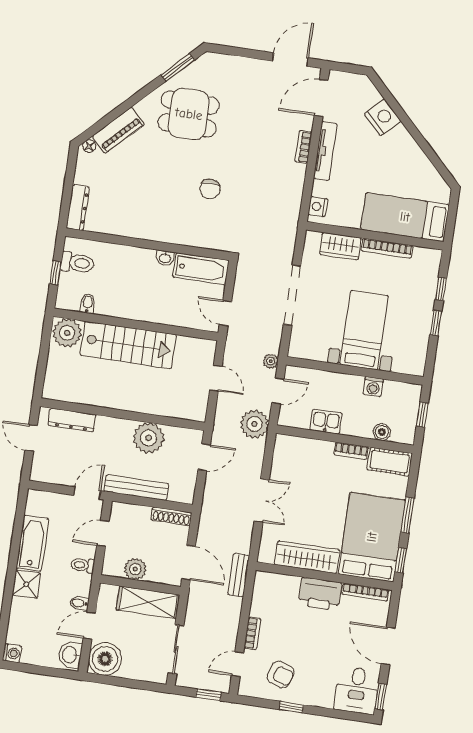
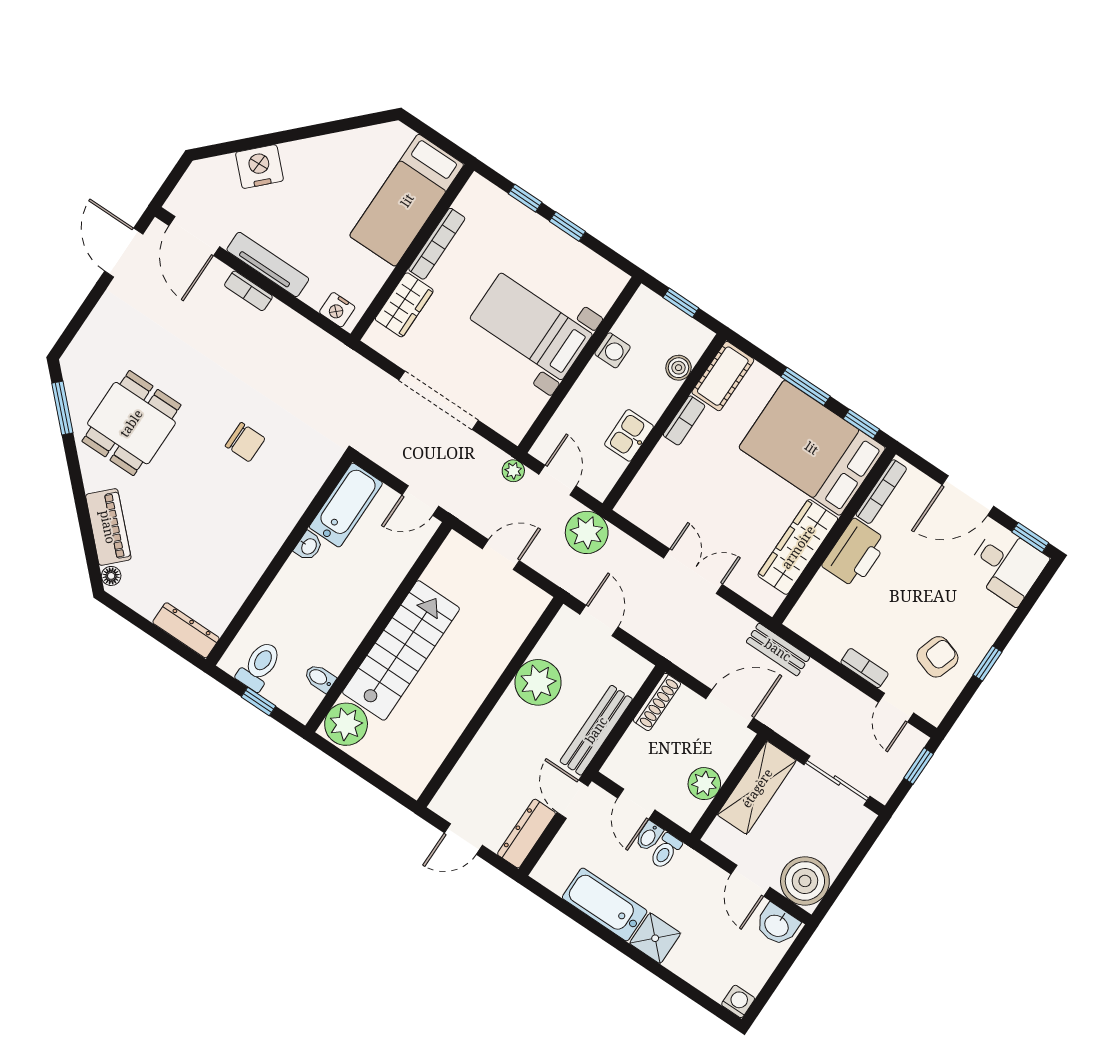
dresser: (72, 420) -> (526, 834), moved, turned 180
bidet: (79, 603) -> (649, 836), moved

